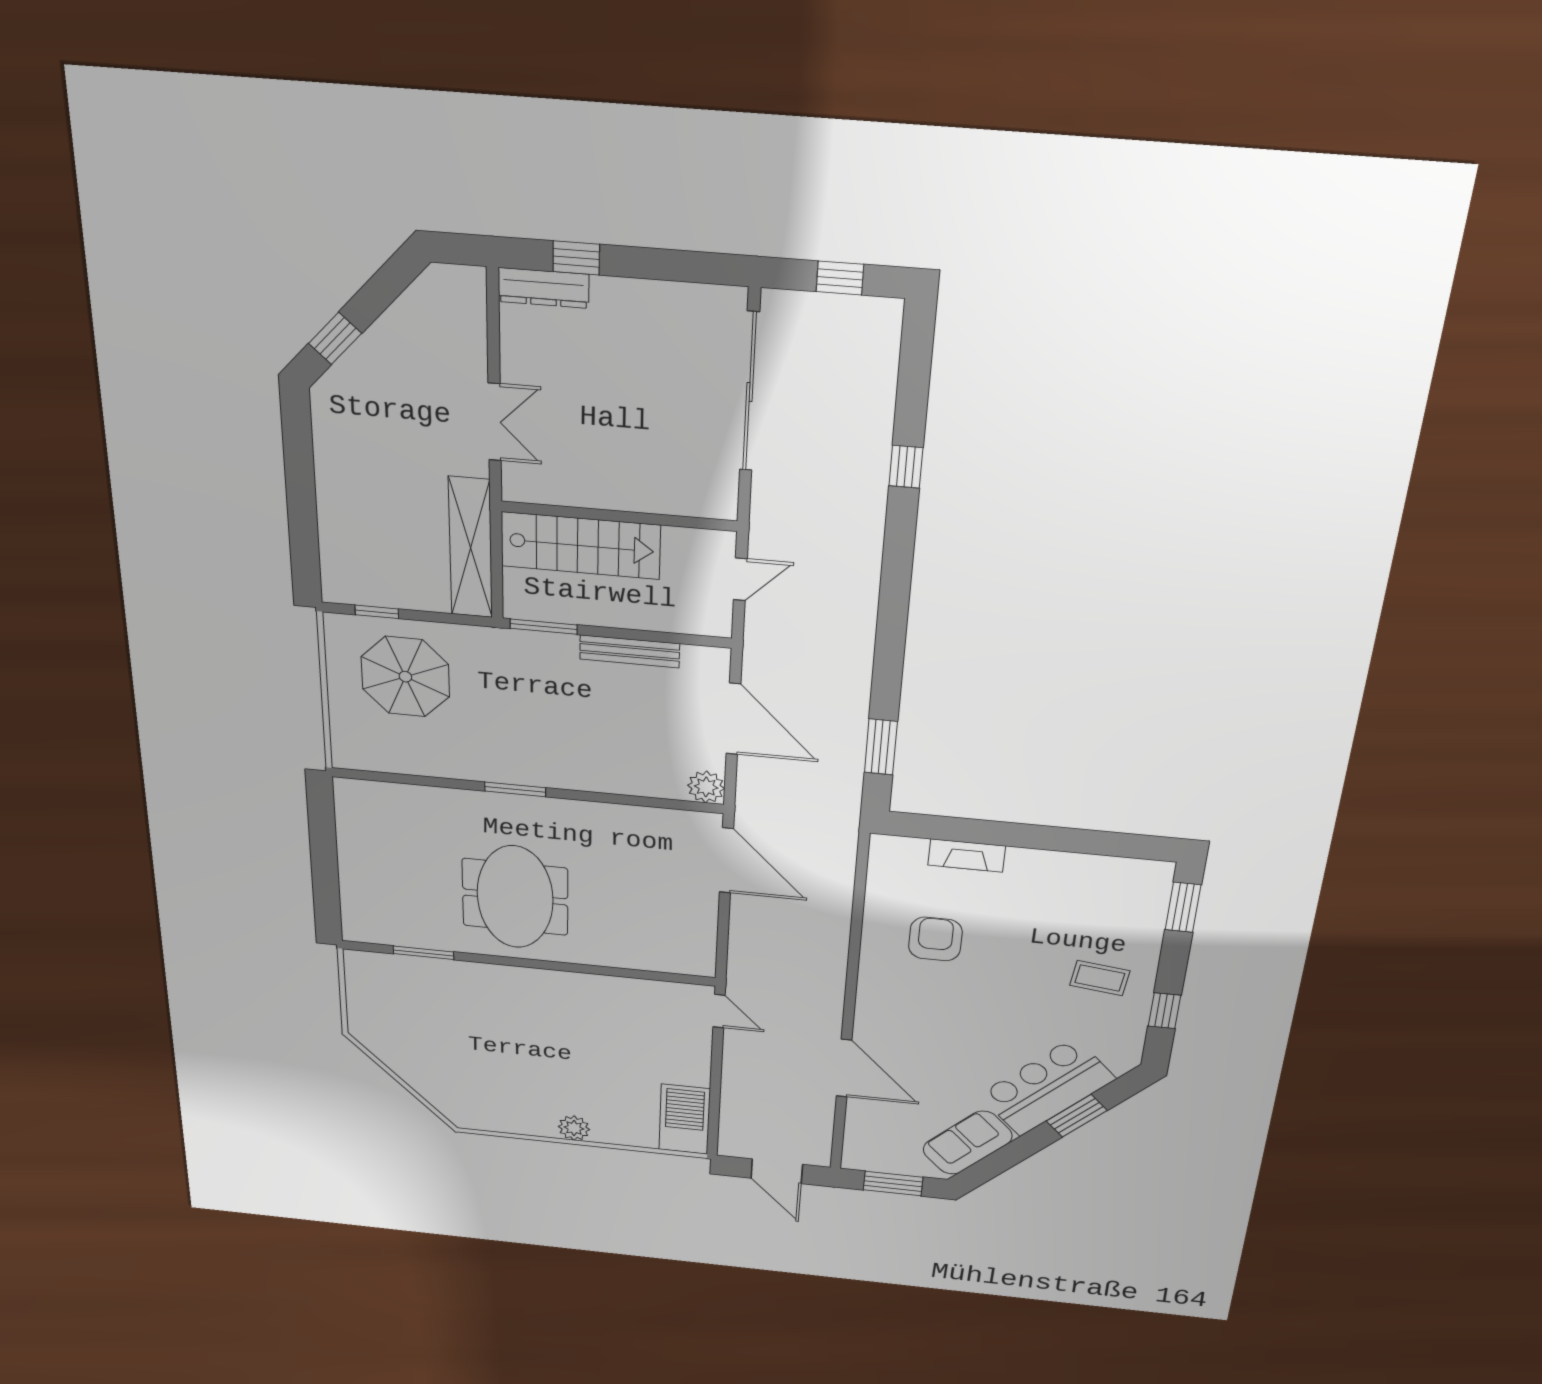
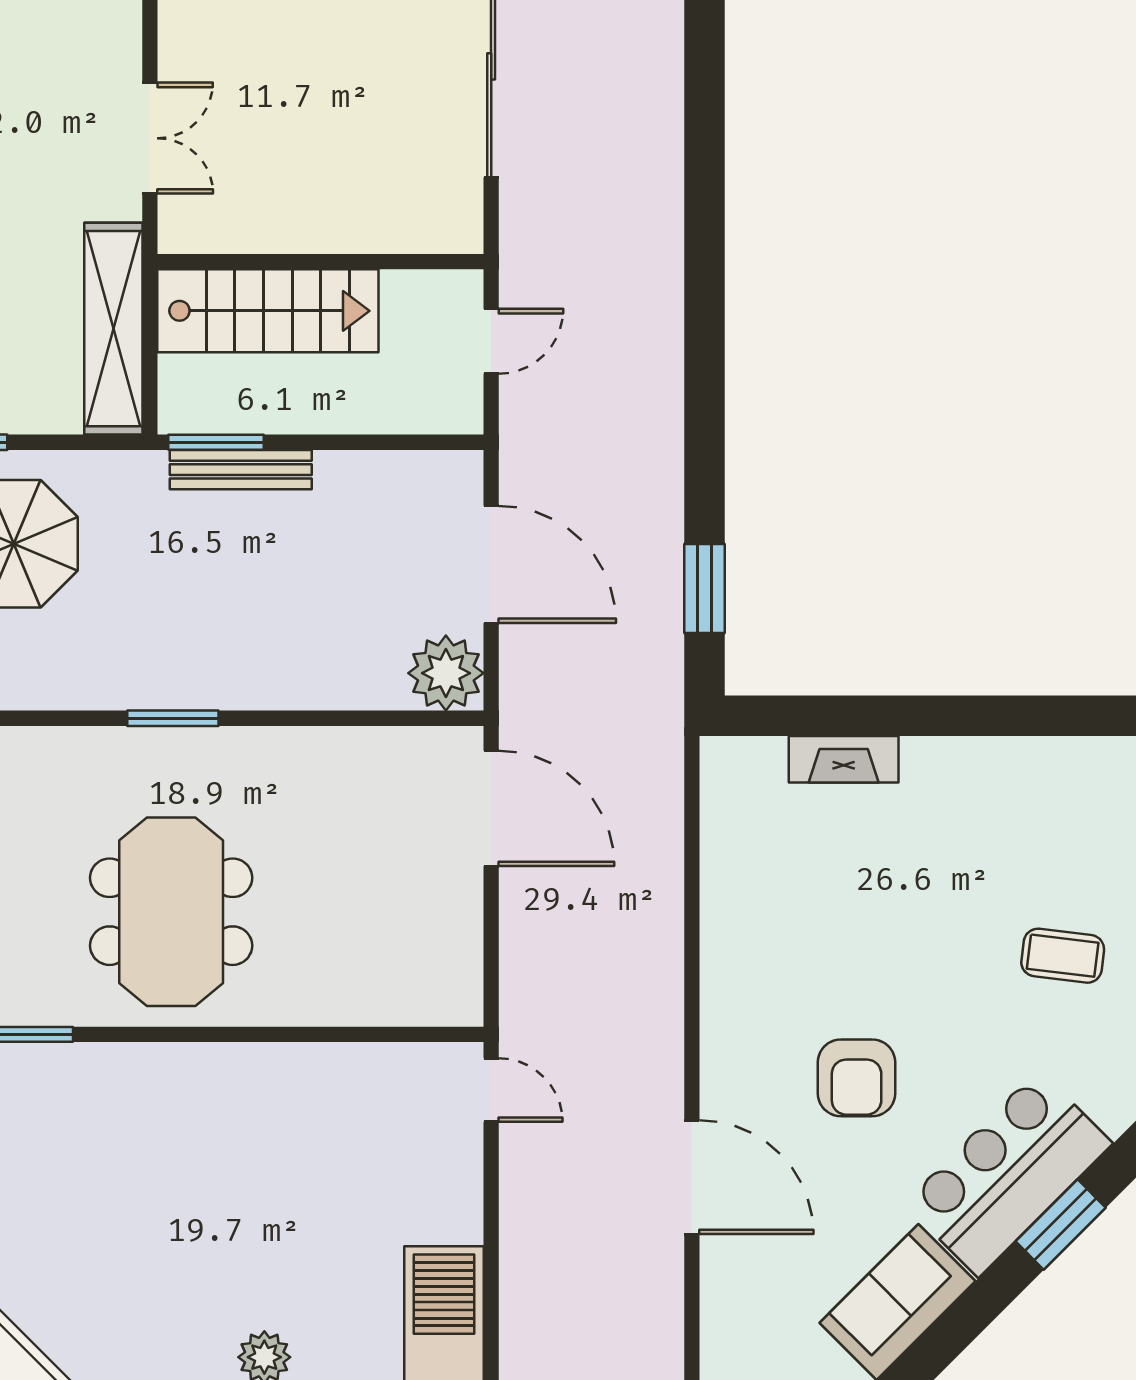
window: (906, 467) -> (704, 154), removed
bench: (630, 651) -> (241, 470), moved
plant: (706, 787) -> (446, 673), width x1.36, depth x1.36
armchair: (935, 939) -> (857, 1078), moved, turned 180

